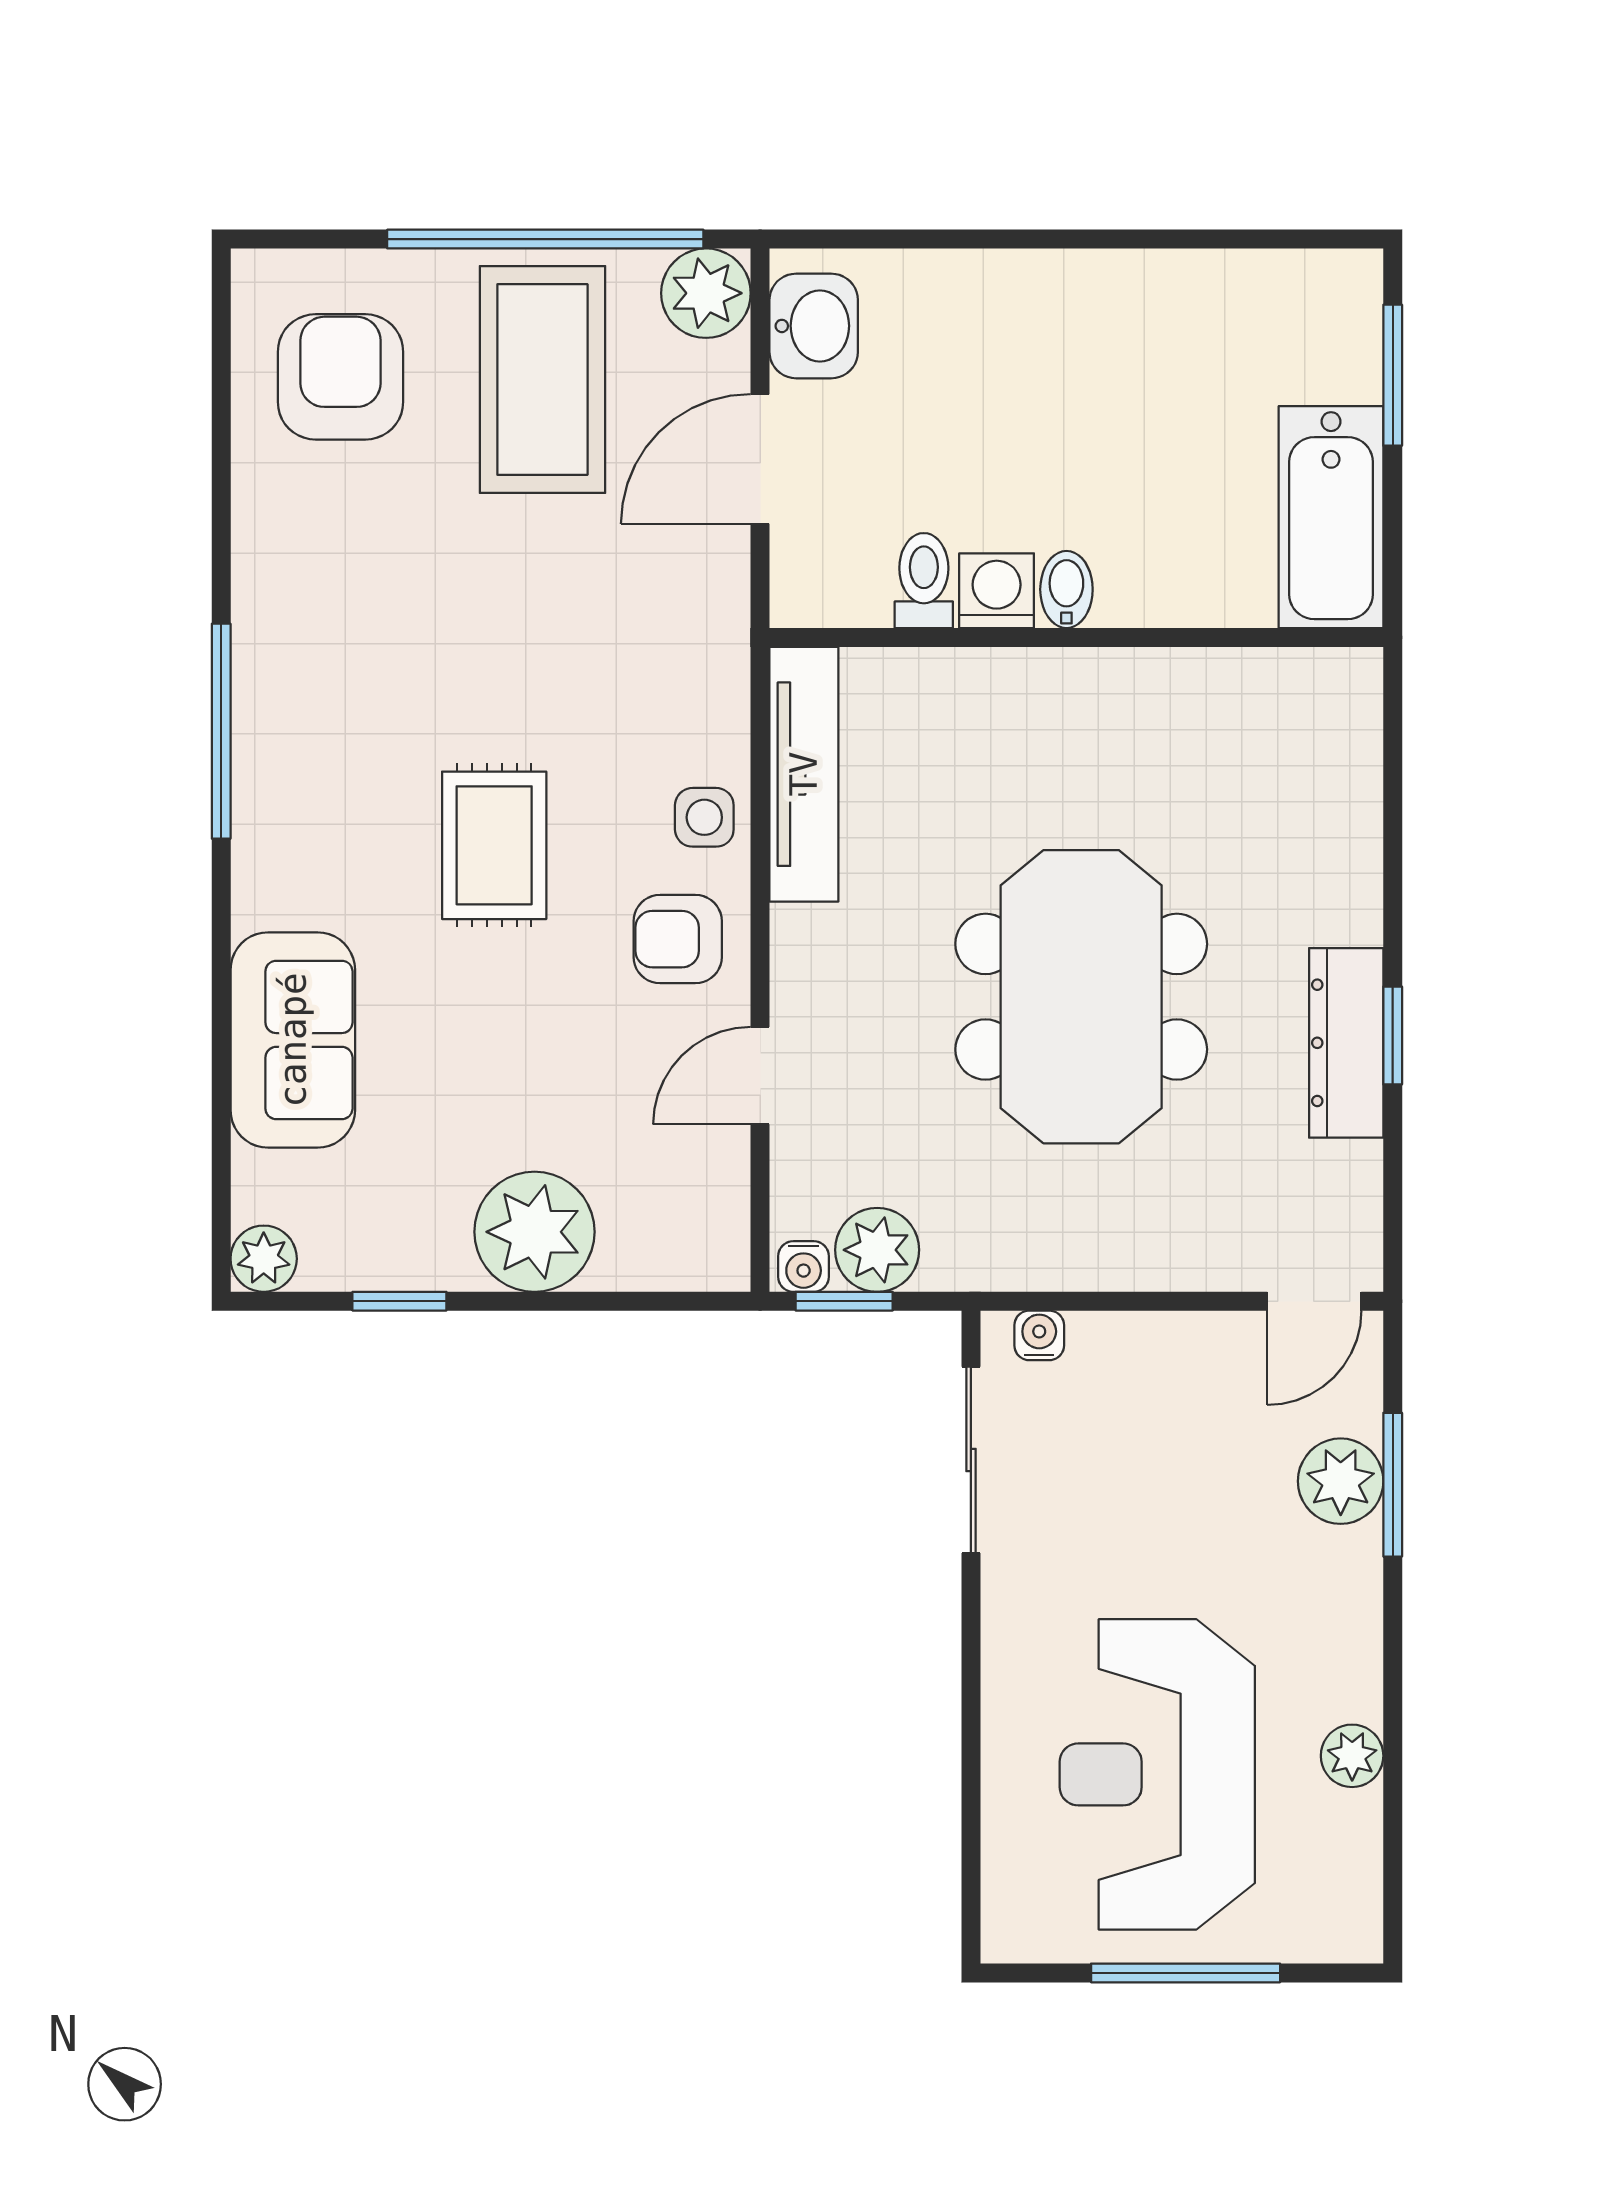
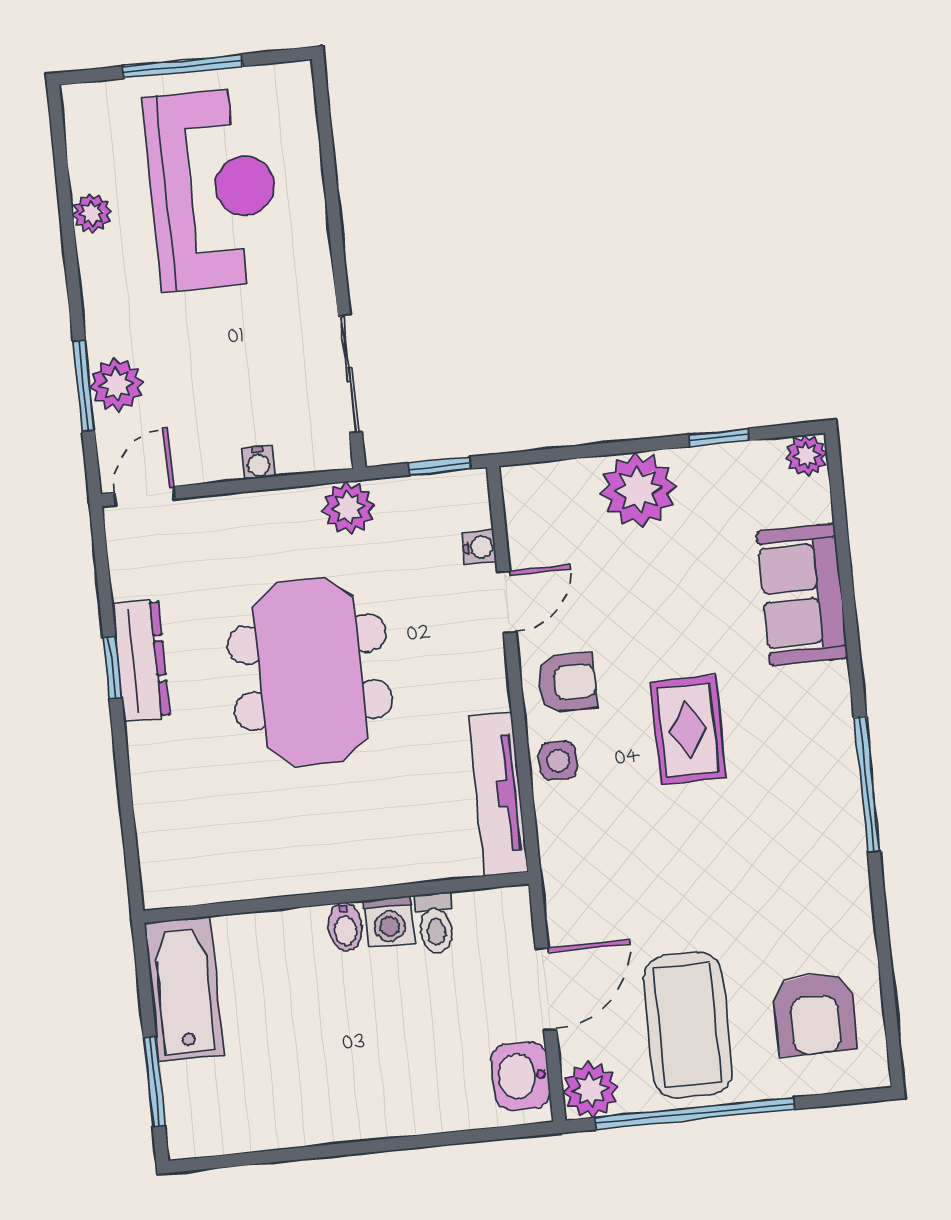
plant: (877, 1250) -> (348, 508), moved
water cooler: (804, 1266) -> (479, 547), moved, turned 90
water cooler: (1039, 1335) -> (258, 463), moved

